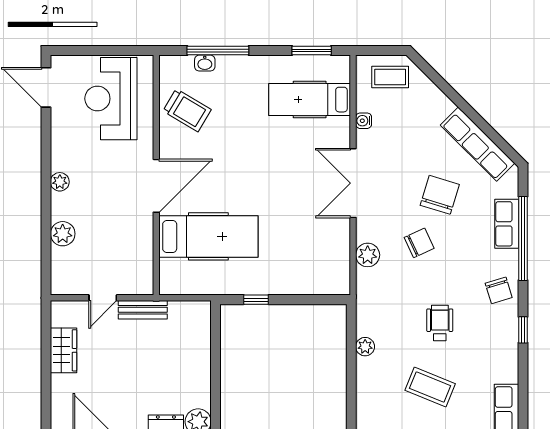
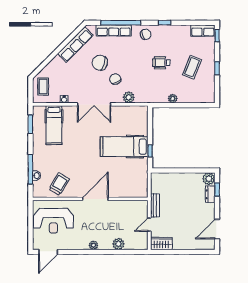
door: (156, 186) -> (95, 199), hinge flipped
row of seats: (507, 224) -> (114, 30), width x1.48
hospital bed: (208, 236) -> (124, 147), moved, turned -90
chair: (419, 243) -> (115, 79), moved
door: (103, 298) -> (149, 225), swing flipped
wardrobe: (63, 350) -> (161, 243), moved

